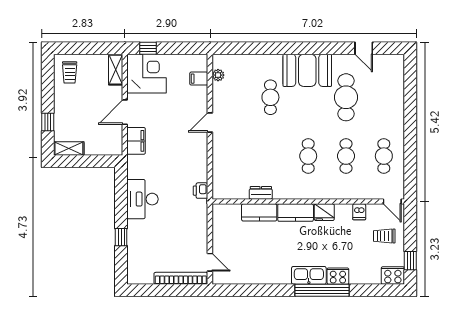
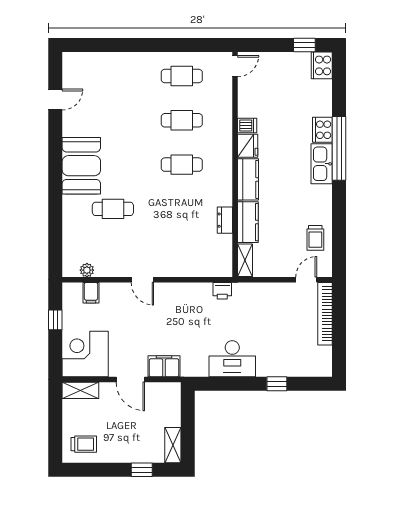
window: (148, 48) -> (55, 320), moved
cafe table: (346, 97) -> (113, 120), removed
shelving: (227, 210) -> (245, 260), added
dishwasher: (359, 212) -> (247, 125), moved
trolley: (384, 236) -> (315, 238), moved

